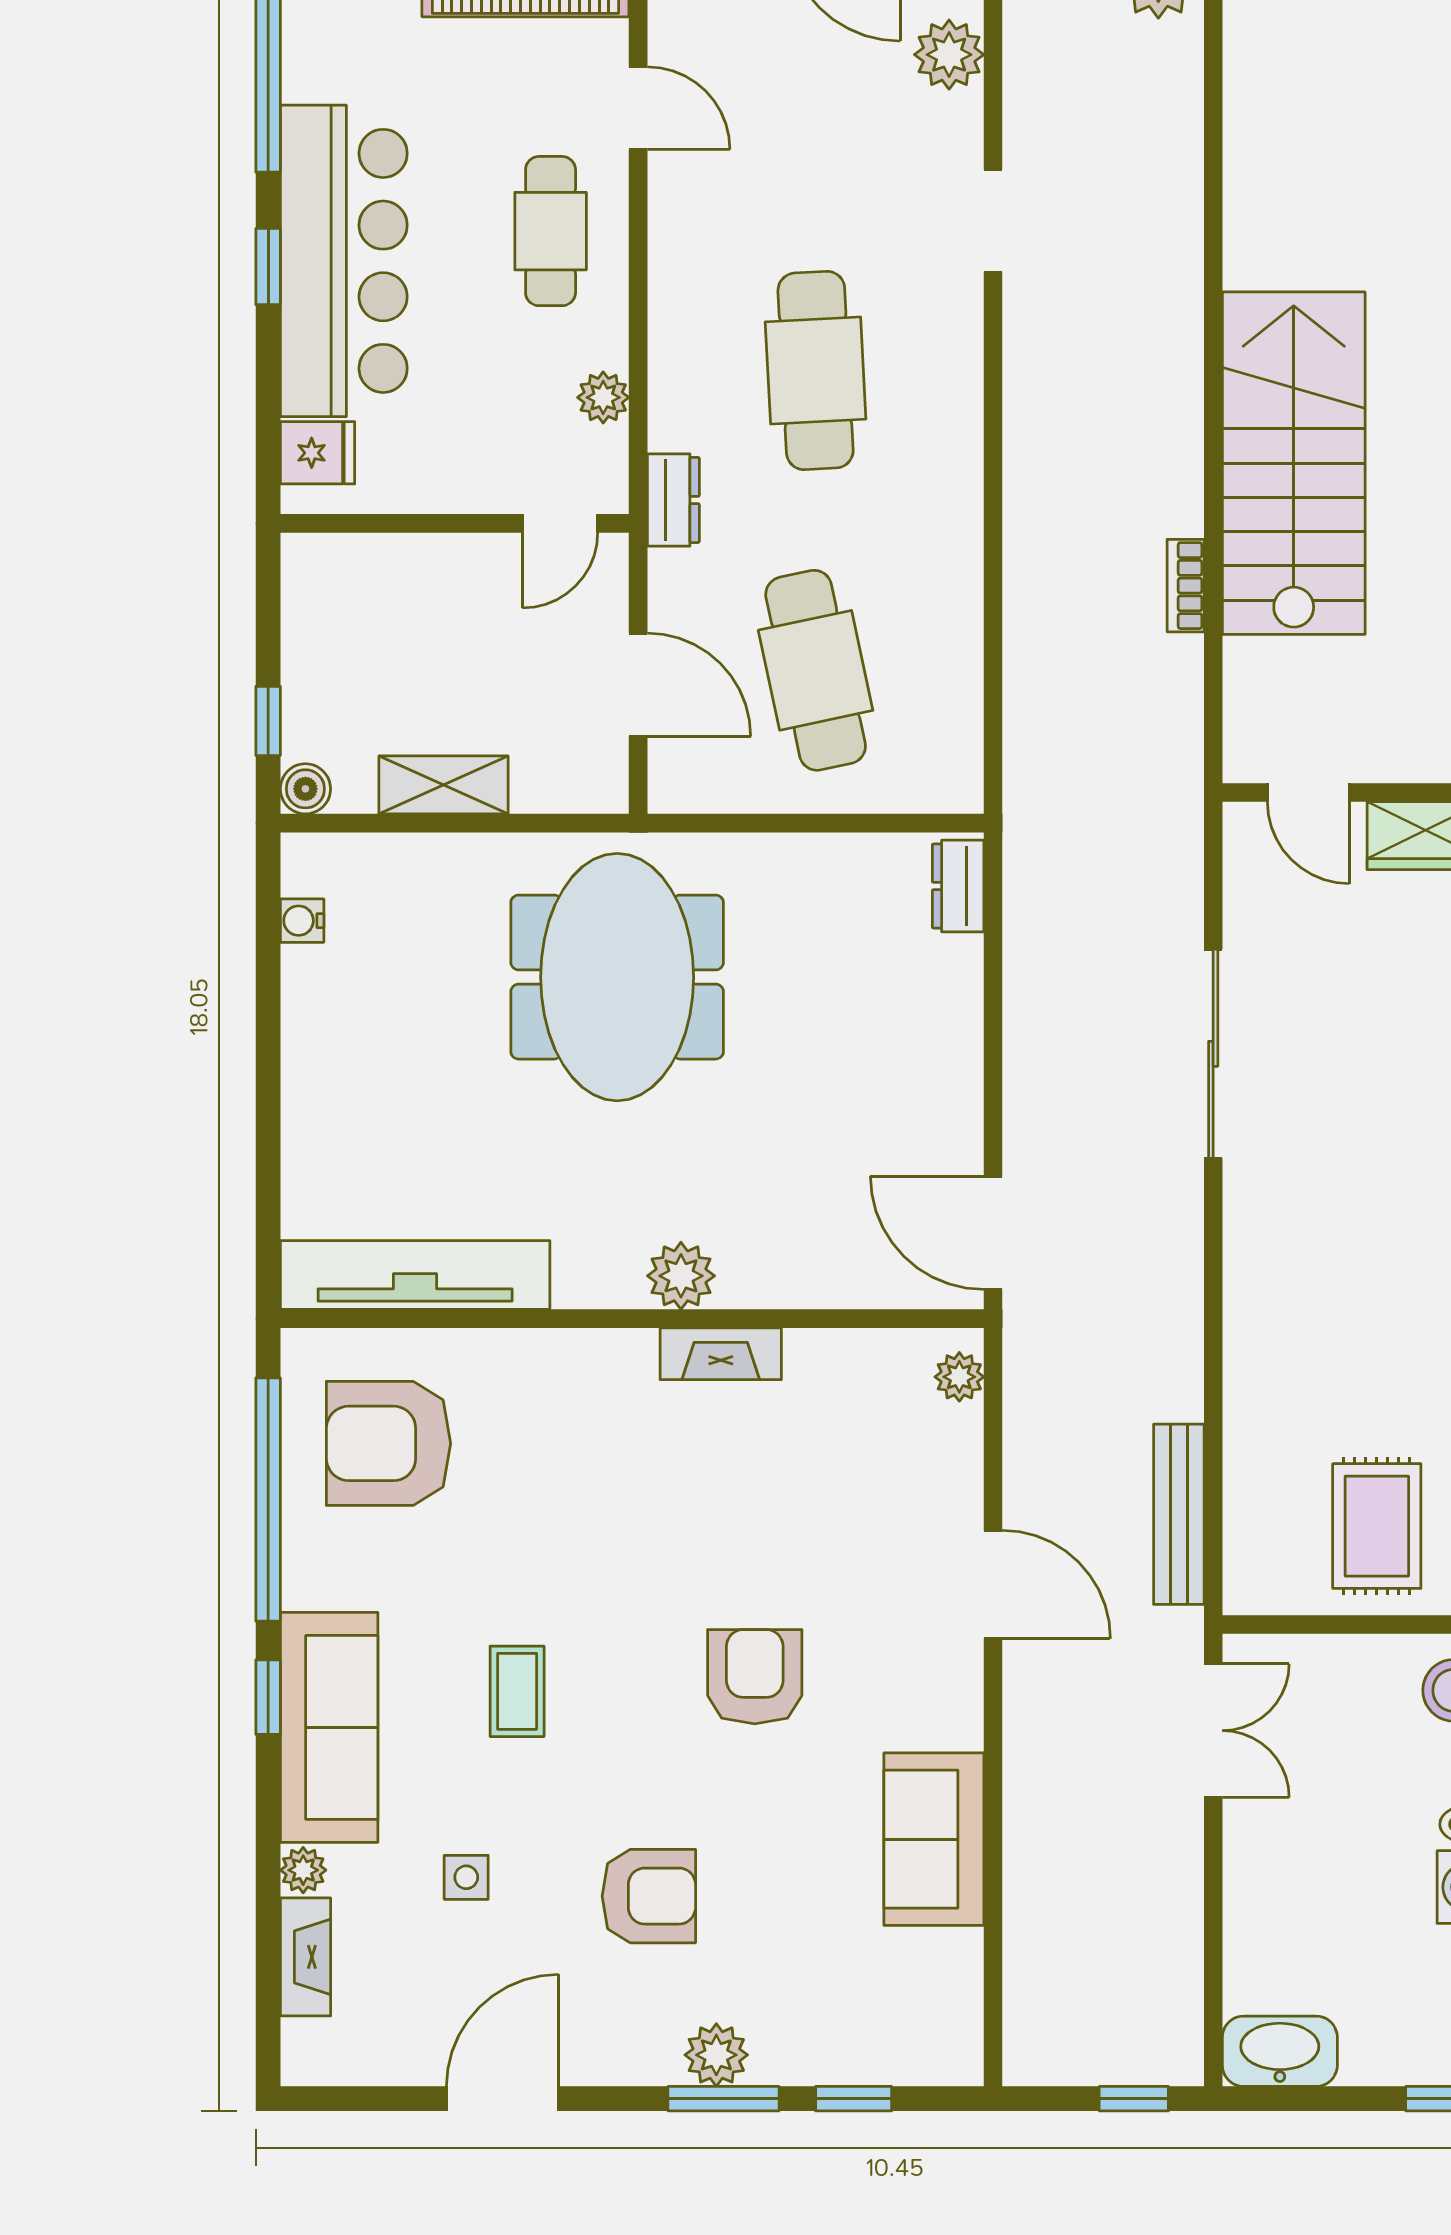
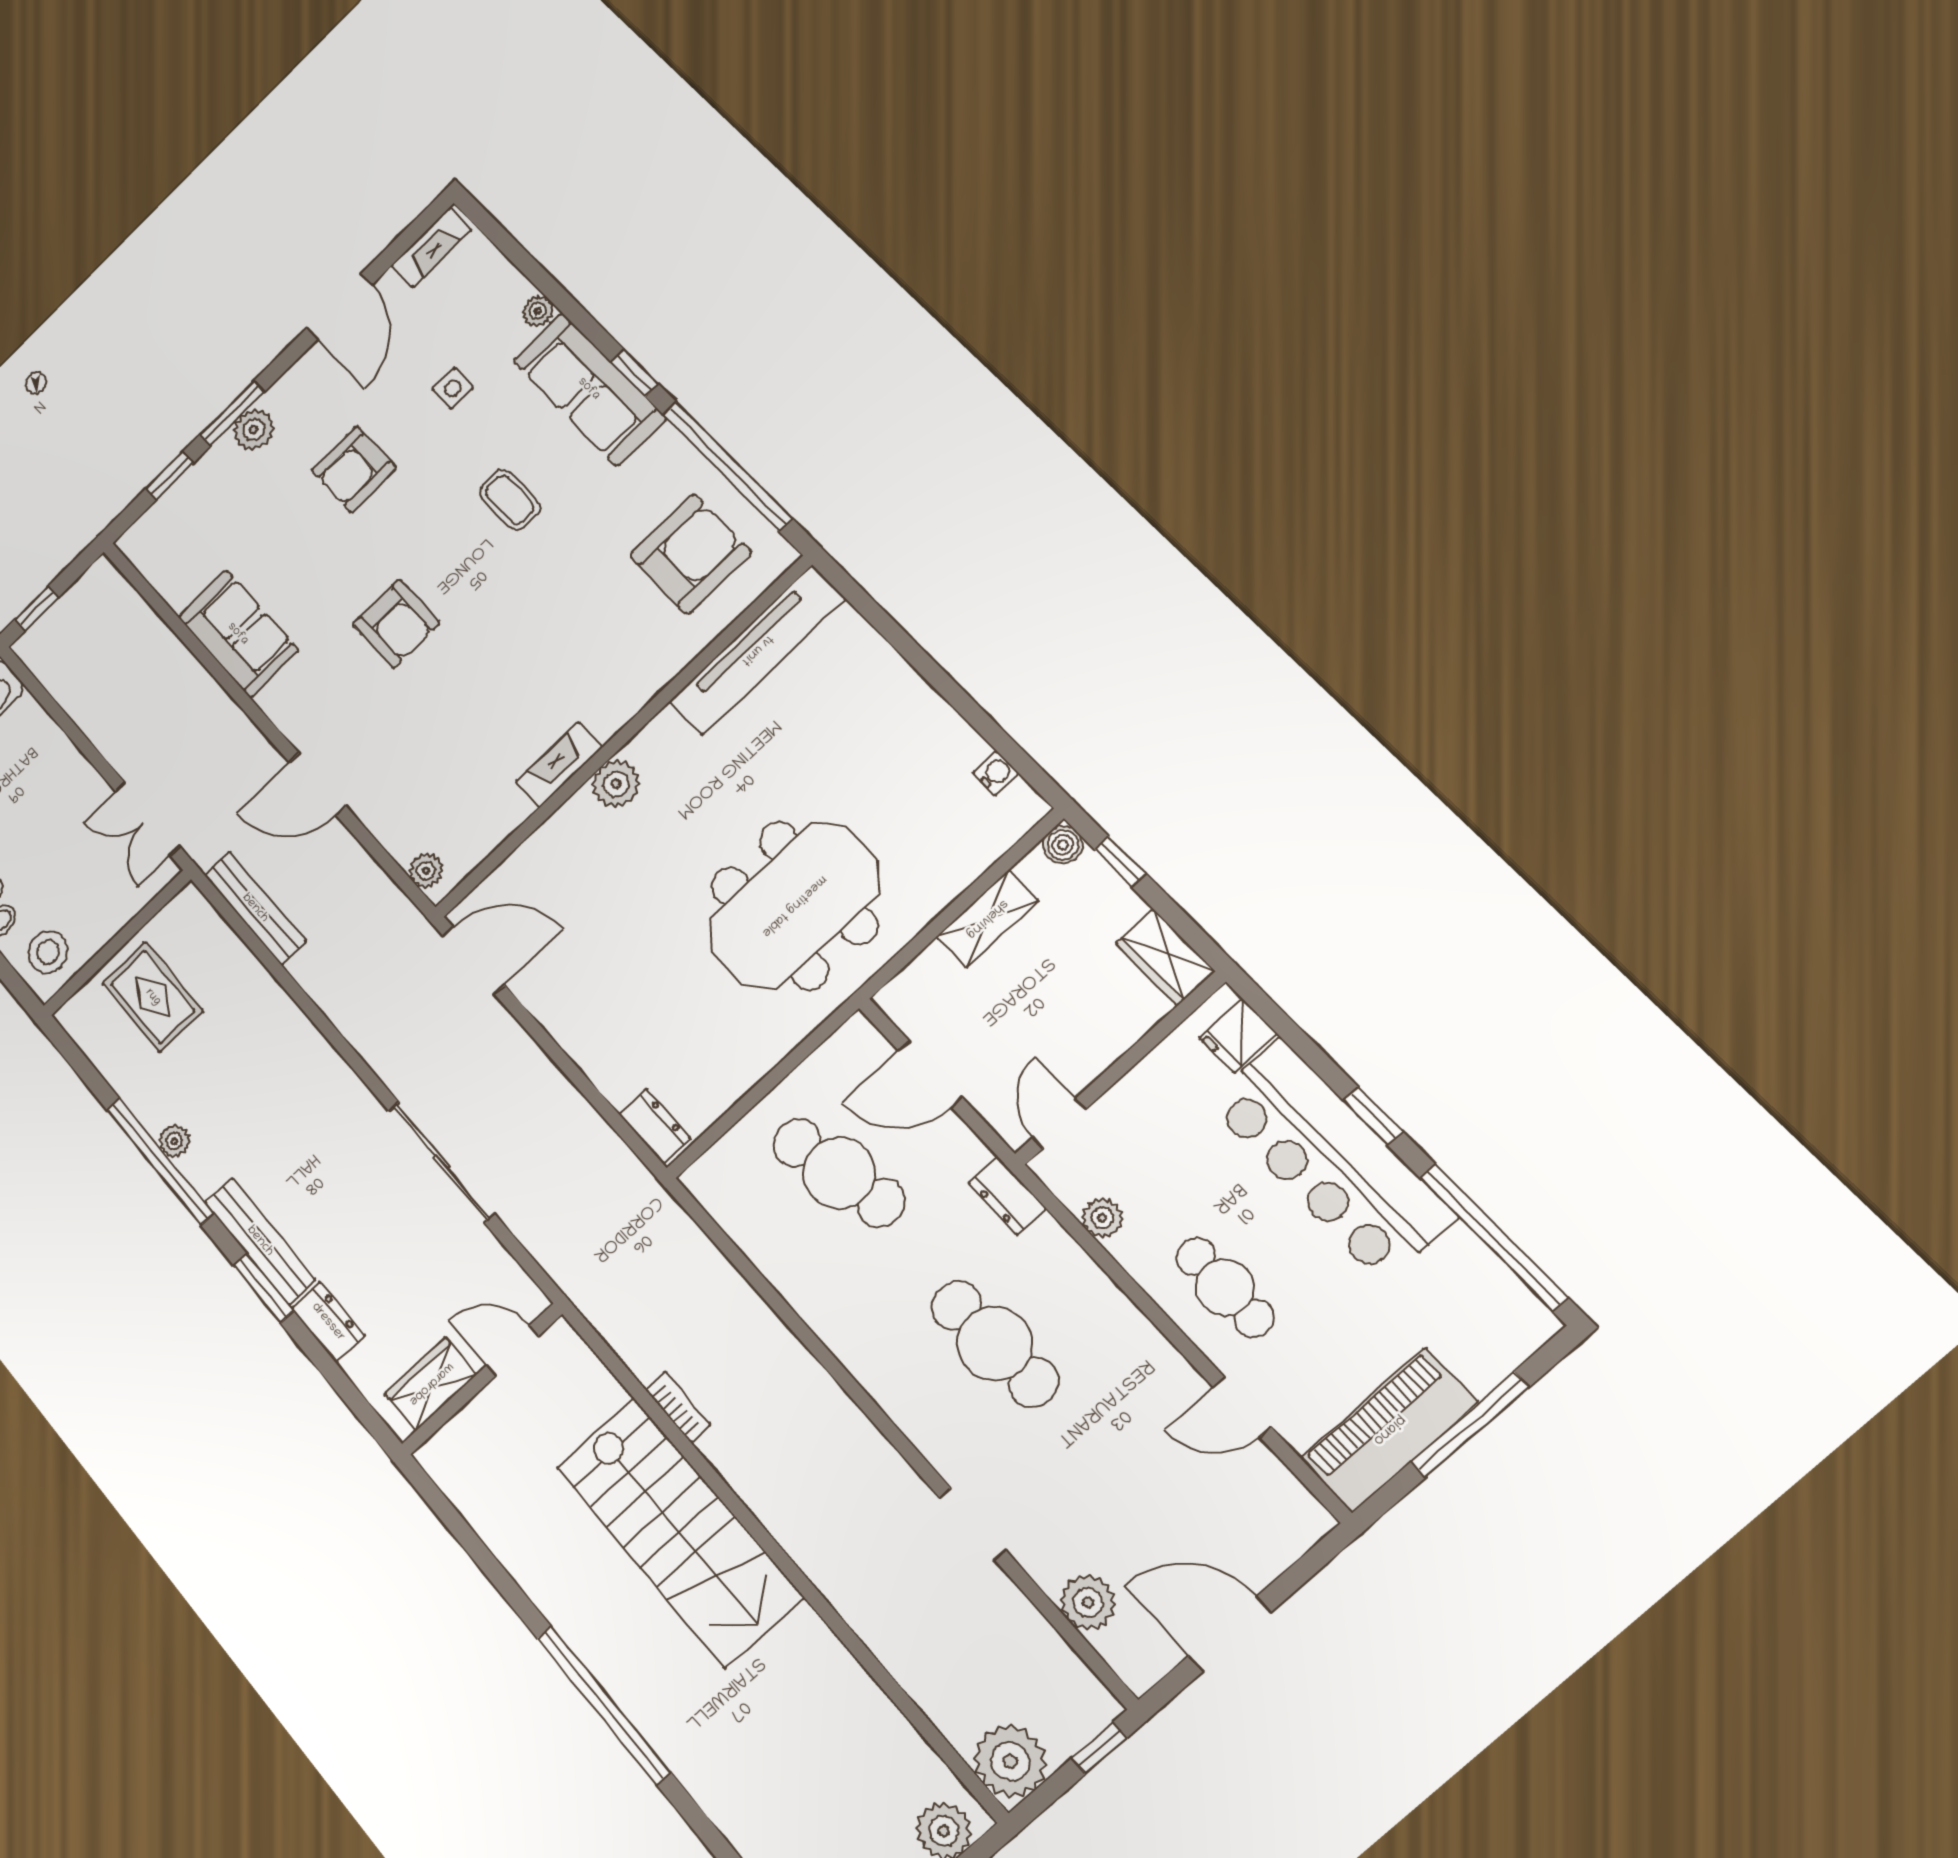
wardrobe: (313, 590) -> (1165, 957), added
meeting table: (617, 977) -> (794, 906), turned 90
fireplace: (305, 1957) -> (431, 248), moved, turned -90

